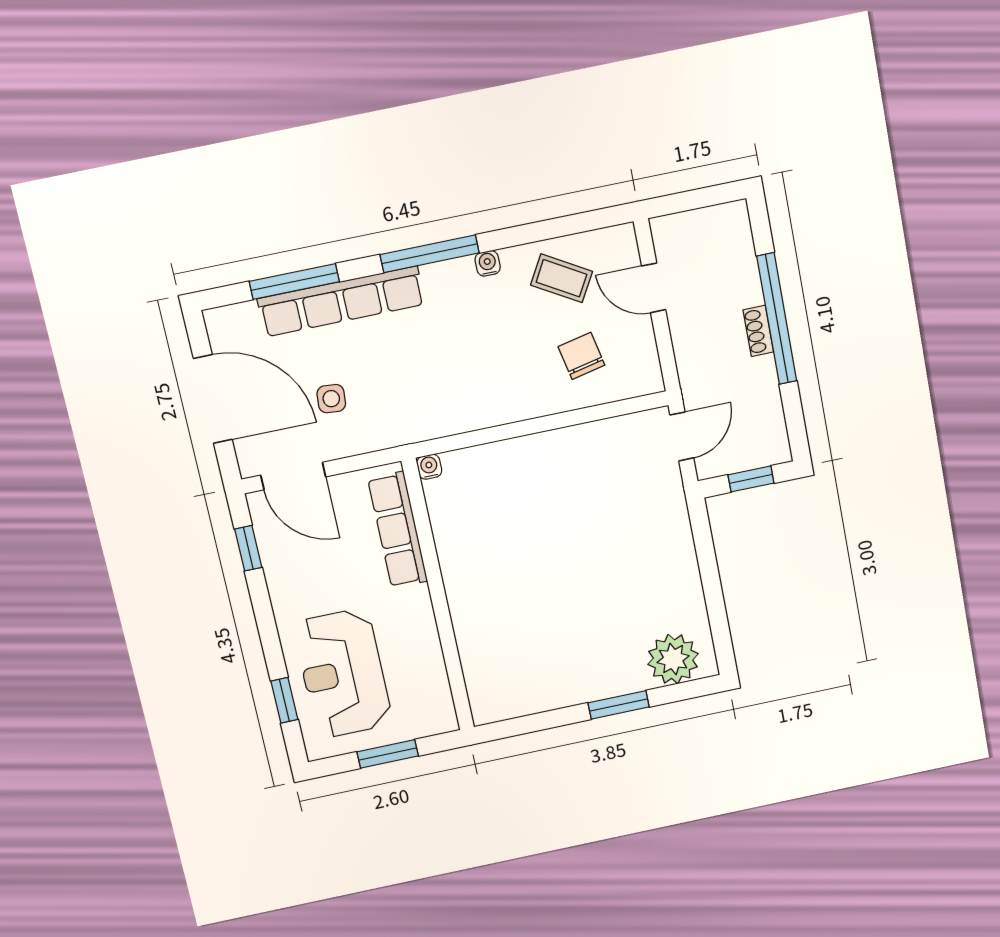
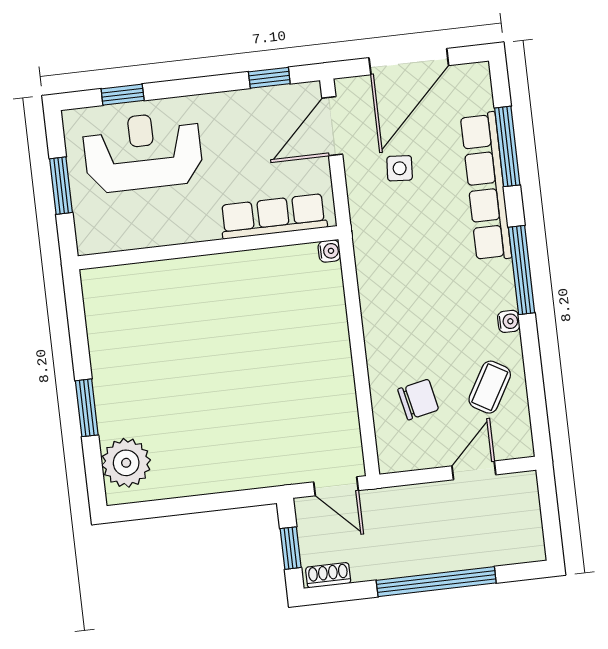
shoe rack: (758, 331) -> (328, 575), moved

